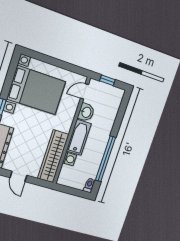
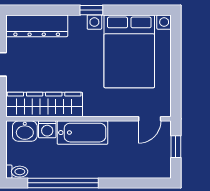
door: (84, 91) -> (150, 119), swing flipped
washbasin: (86, 112) -> (25, 131), moved

